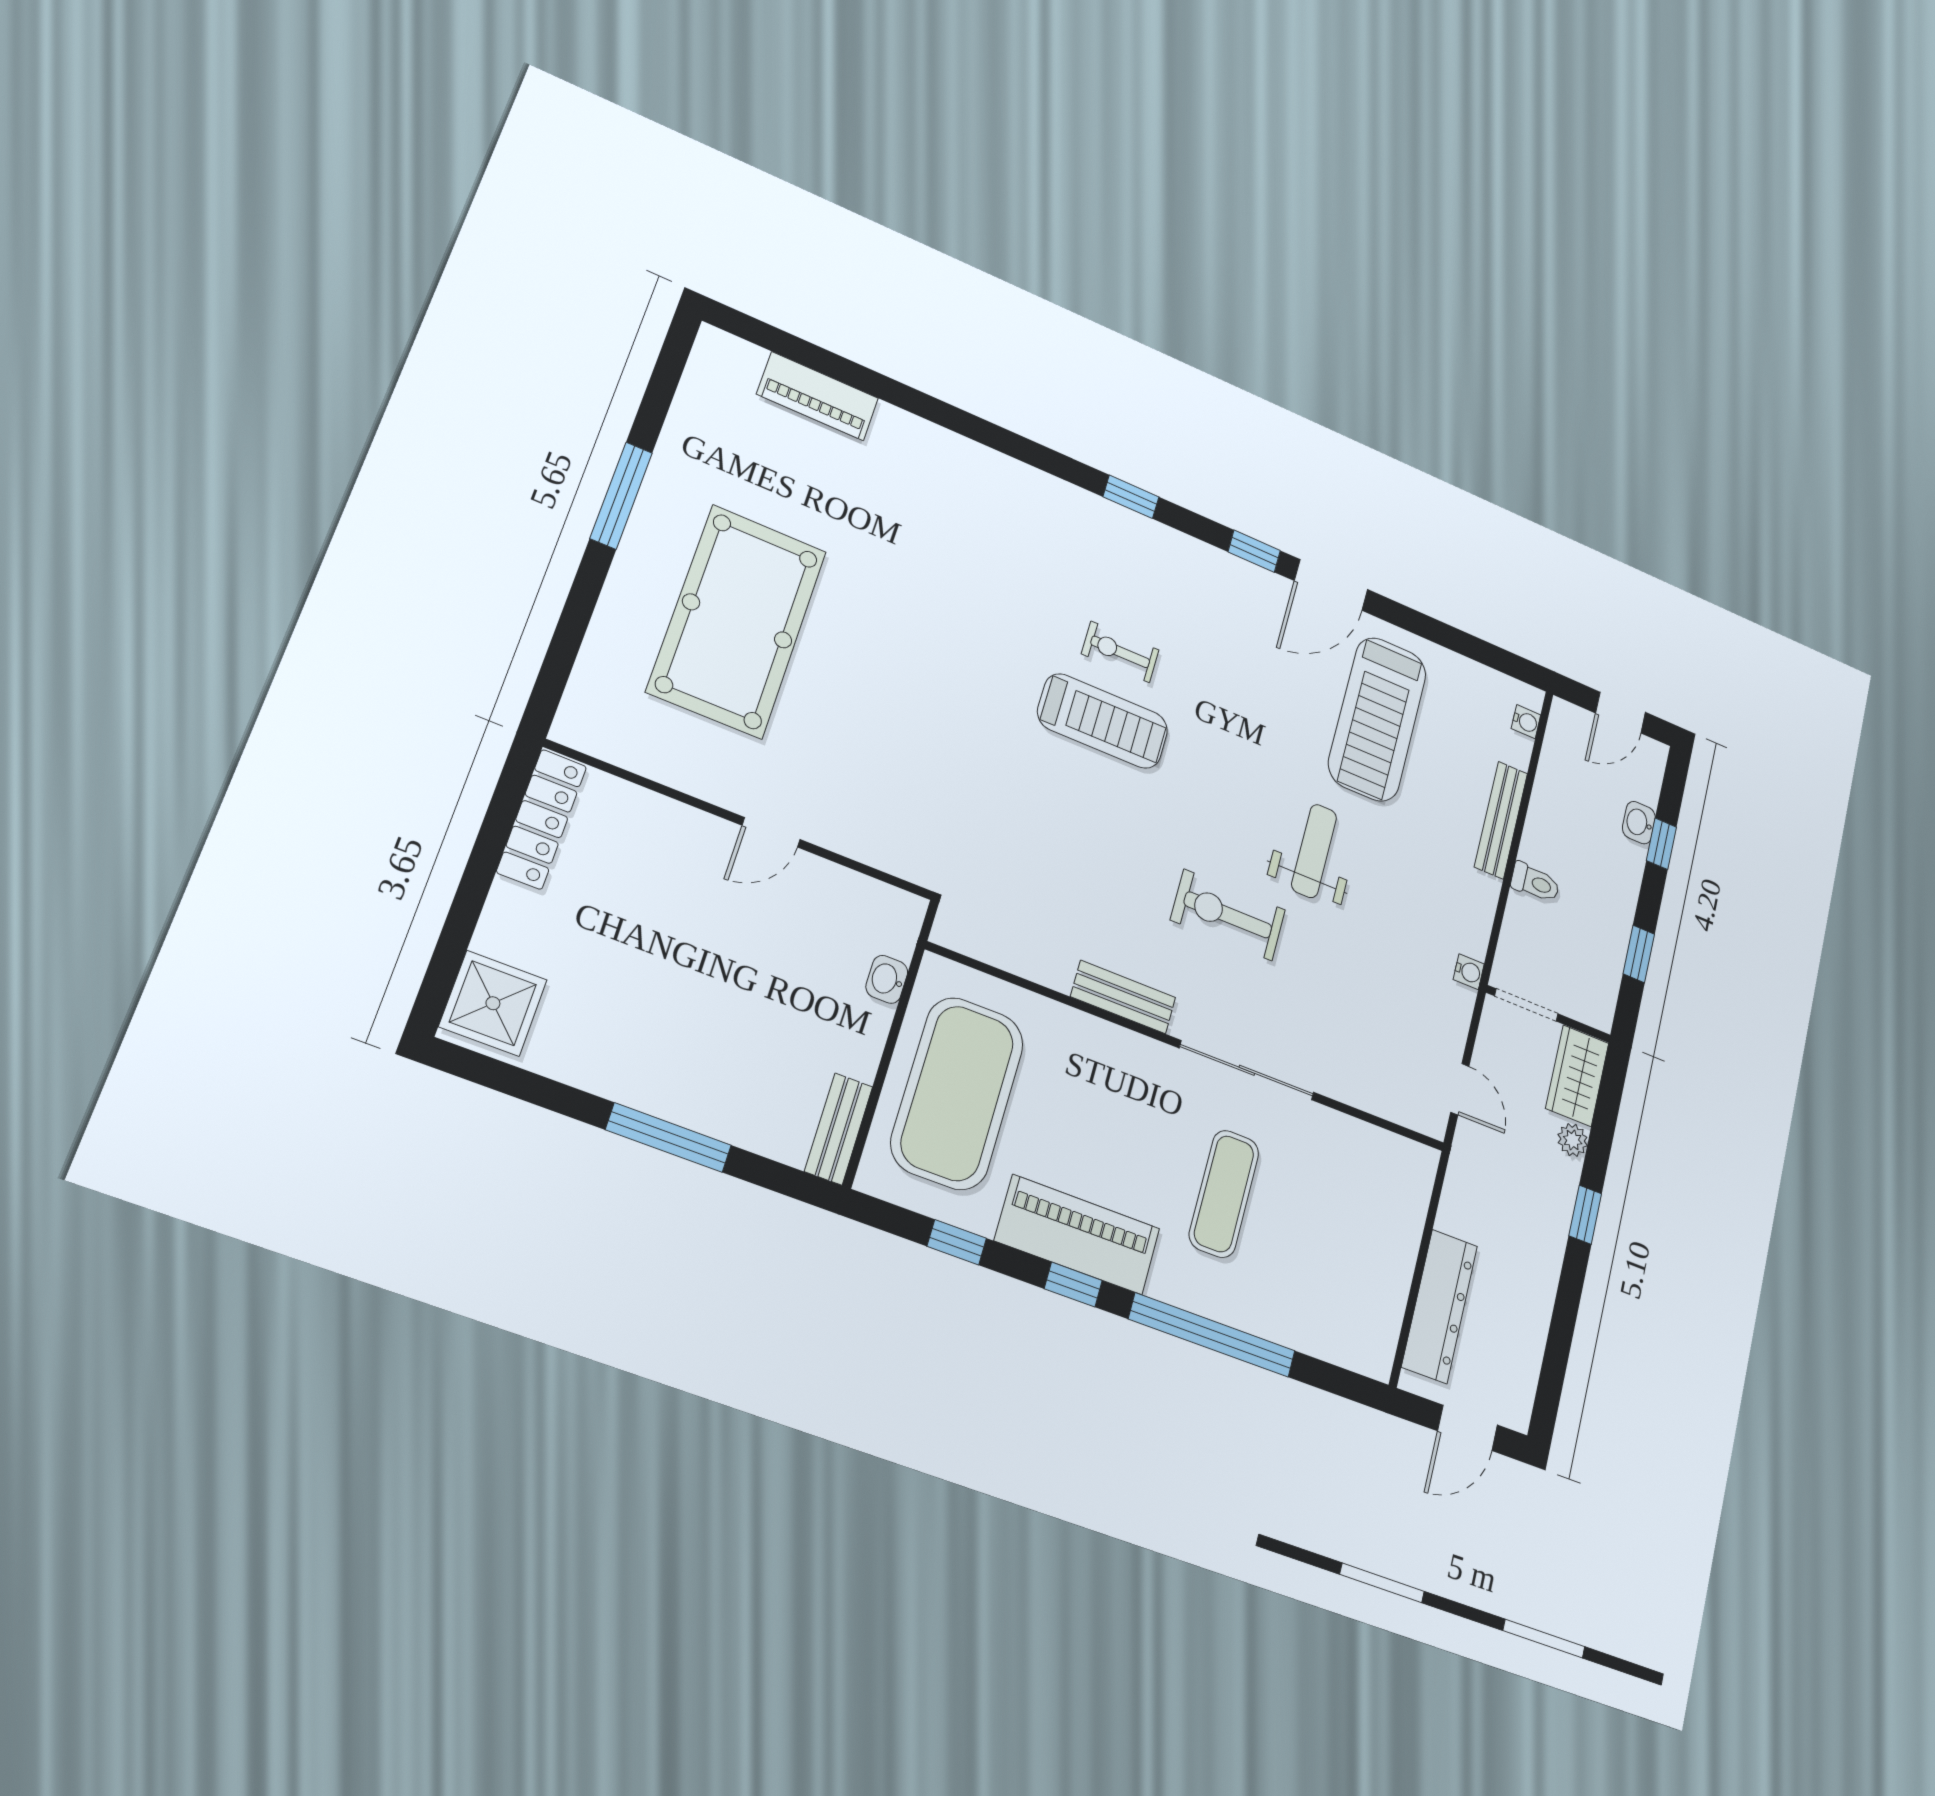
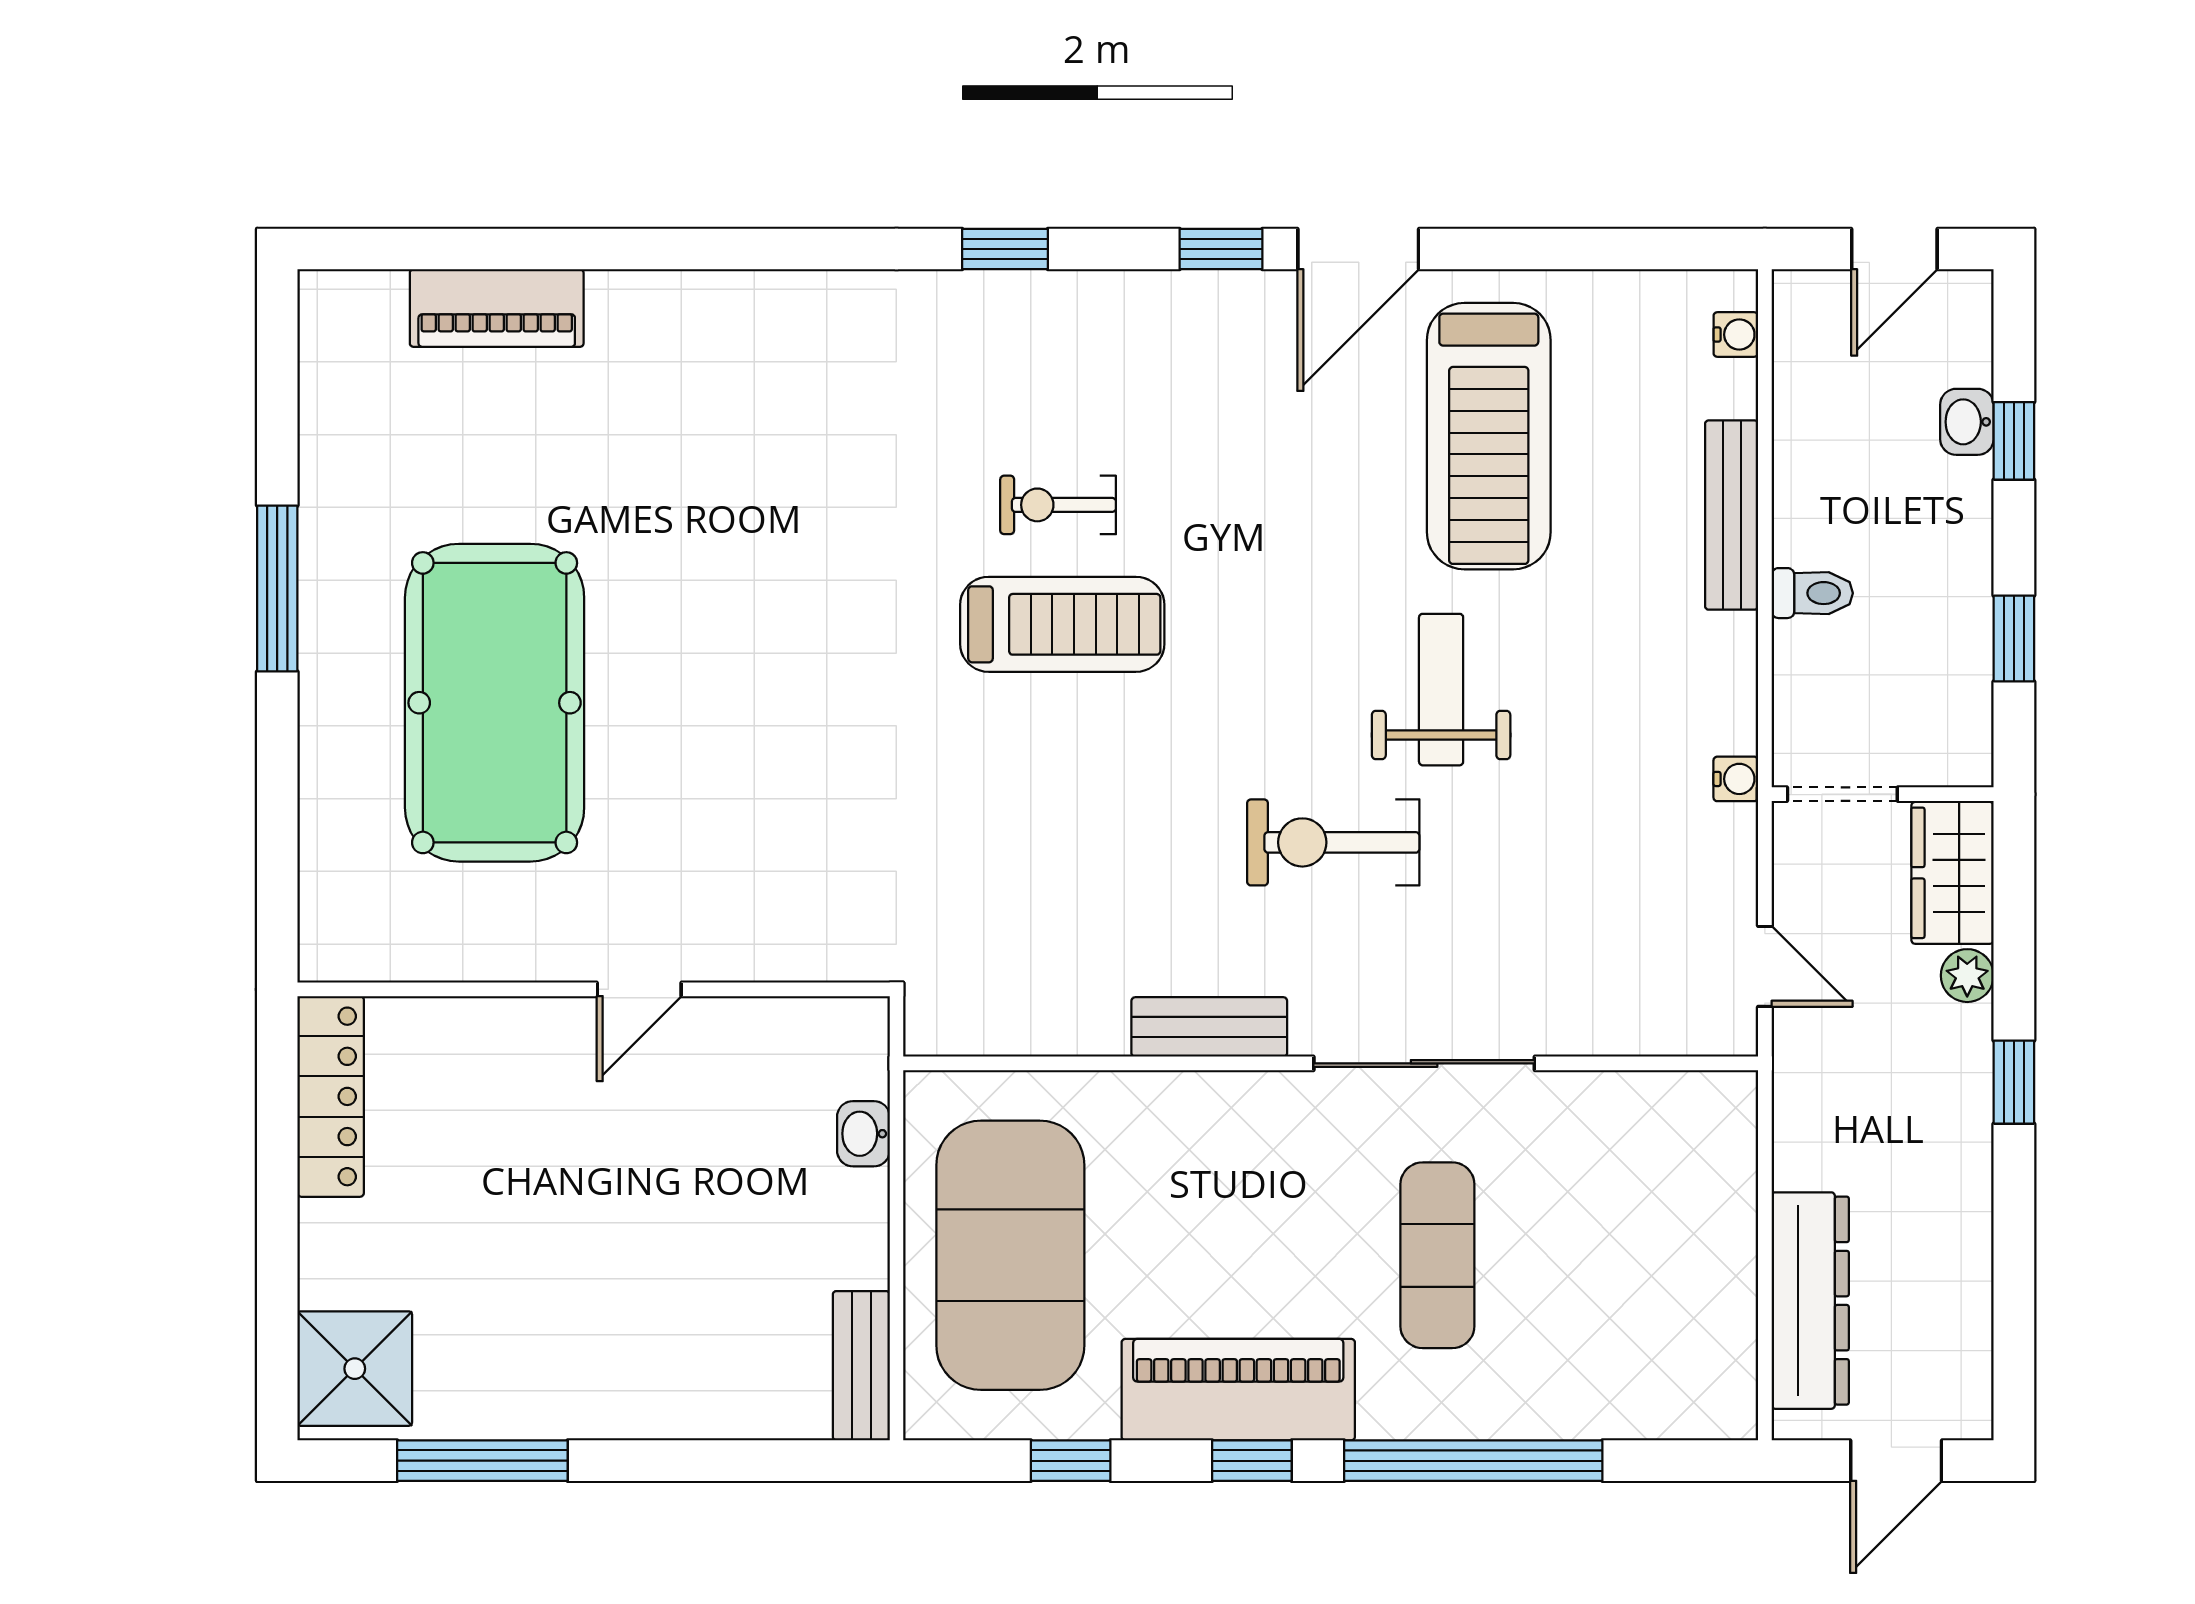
window: (669, 1137) -> (482, 1461), moved

